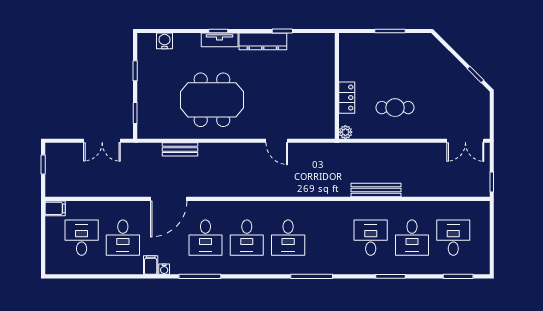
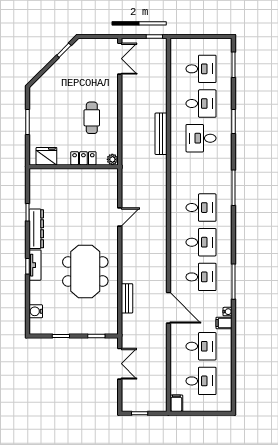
fridge: (349, 54) -> (46, 156), added
desk: (82, 238) -> (201, 381), turned 180
desk: (453, 238) -> (201, 69), turned 180

